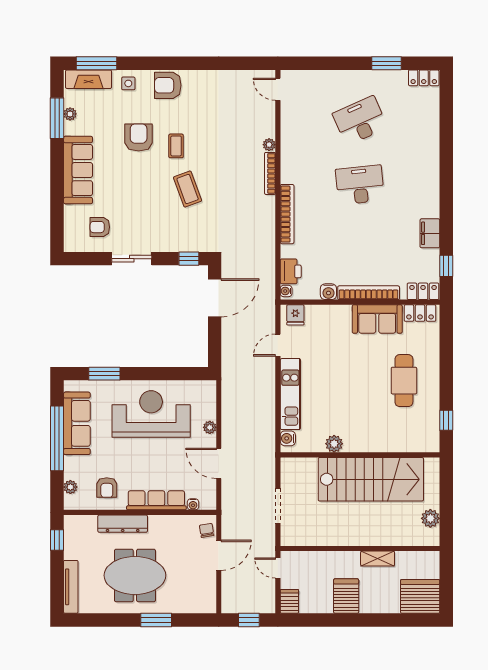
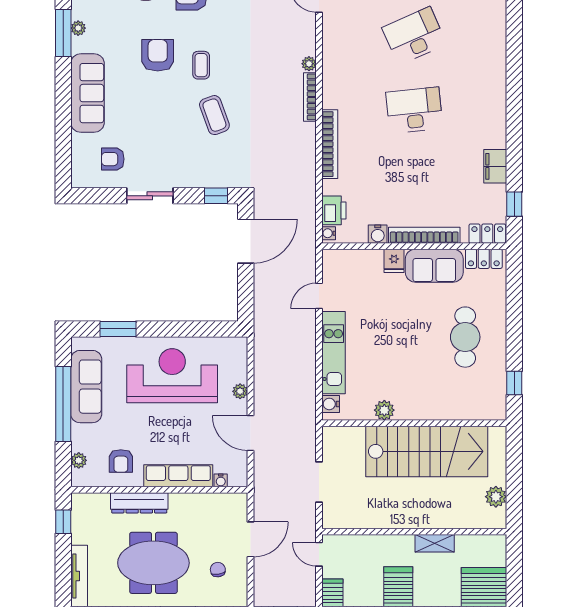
fridge: (295, 315) -> (394, 261), moved
chair: (207, 530) -> (218, 570), moved

